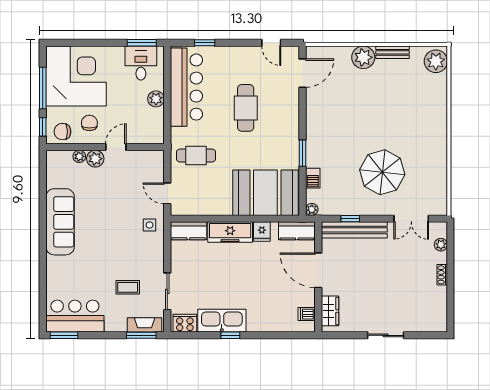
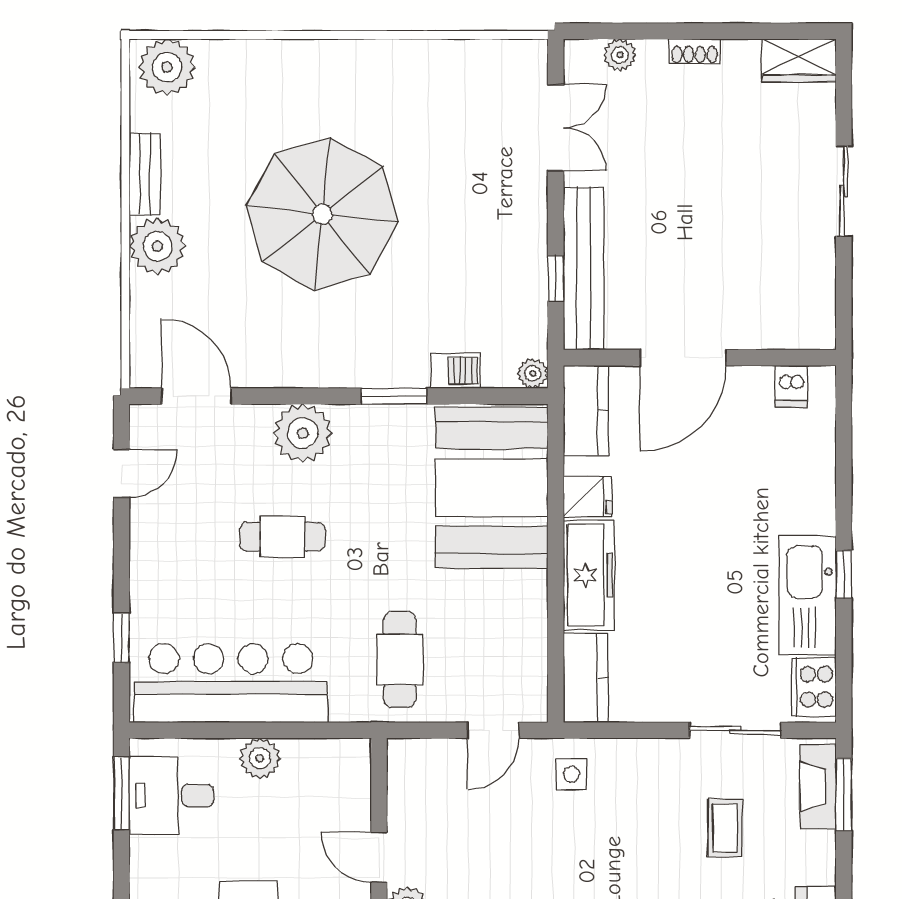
cafe table: (246, 108) -> (282, 537), width x0.73, depth x0.74
plant: (288, 116) -> (303, 433), added
parasol: (382, 172) -> (322, 214), moved, width x1.36, depth x1.36
wardrobe: (330, 311) -> (799, 60), moved, turned 180

